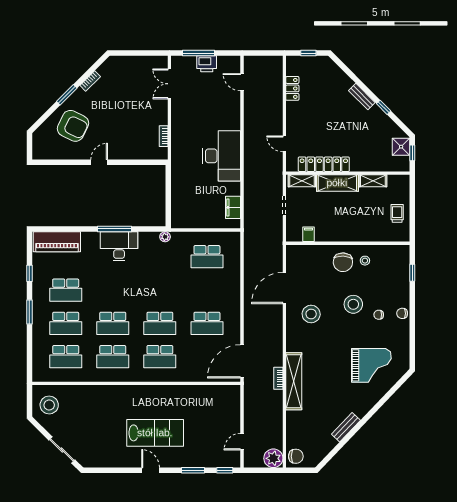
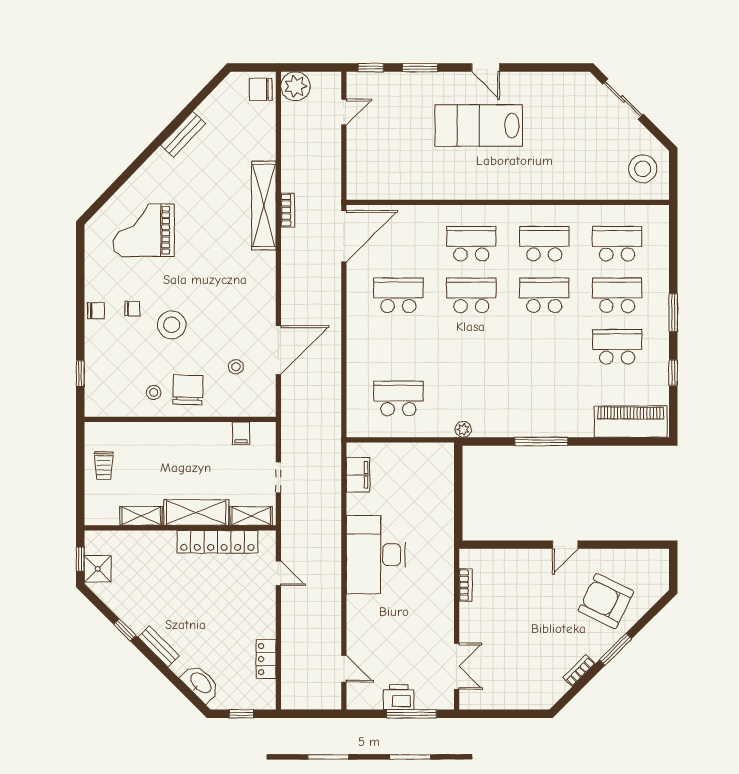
washbasin: (335, 73) -> (200, 683), added
desk: (119, 246) -> (534, 415), removed
stool: (311, 314) -> (236, 367), moved, width x0.53, depth x0.53

